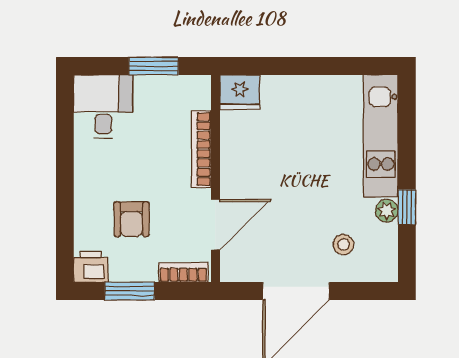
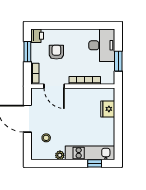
fridge: (240, 92) -> (108, 109), moved
desk: (103, 107) -> (102, 45), width x1.37
window: (407, 207) -> (95, 163), moved
armchair: (131, 219) -> (56, 52), turned 90

